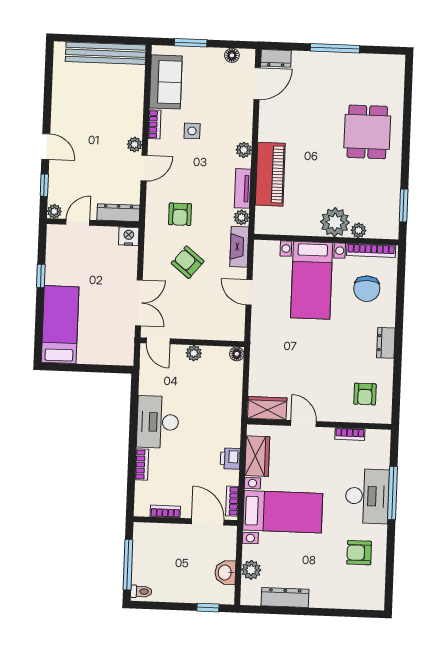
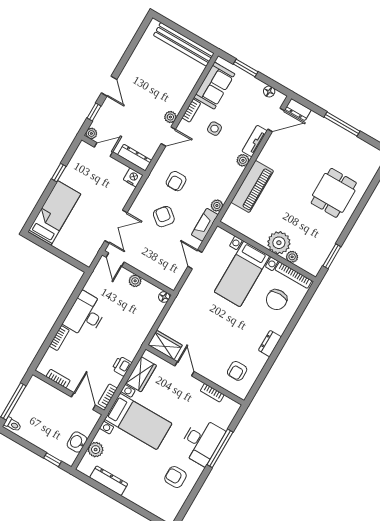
tv unit: (243, 188) -> (255, 141), moved

